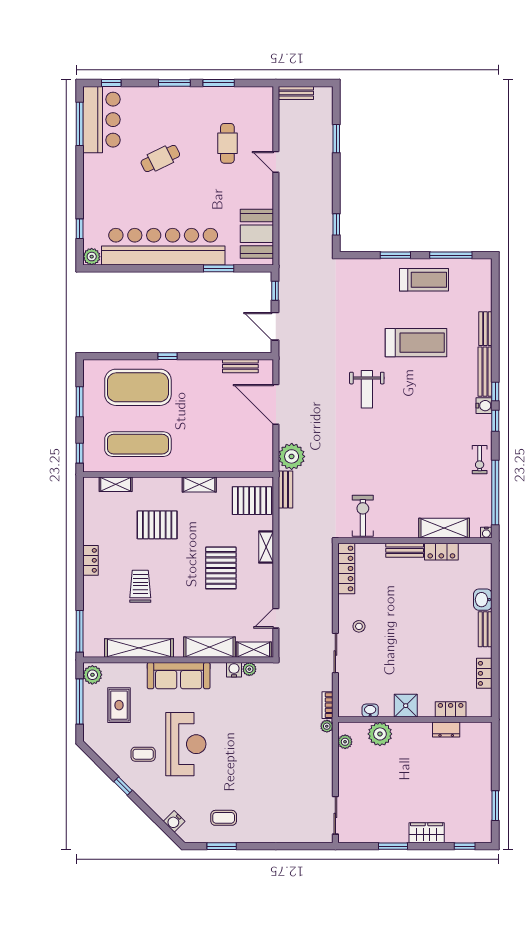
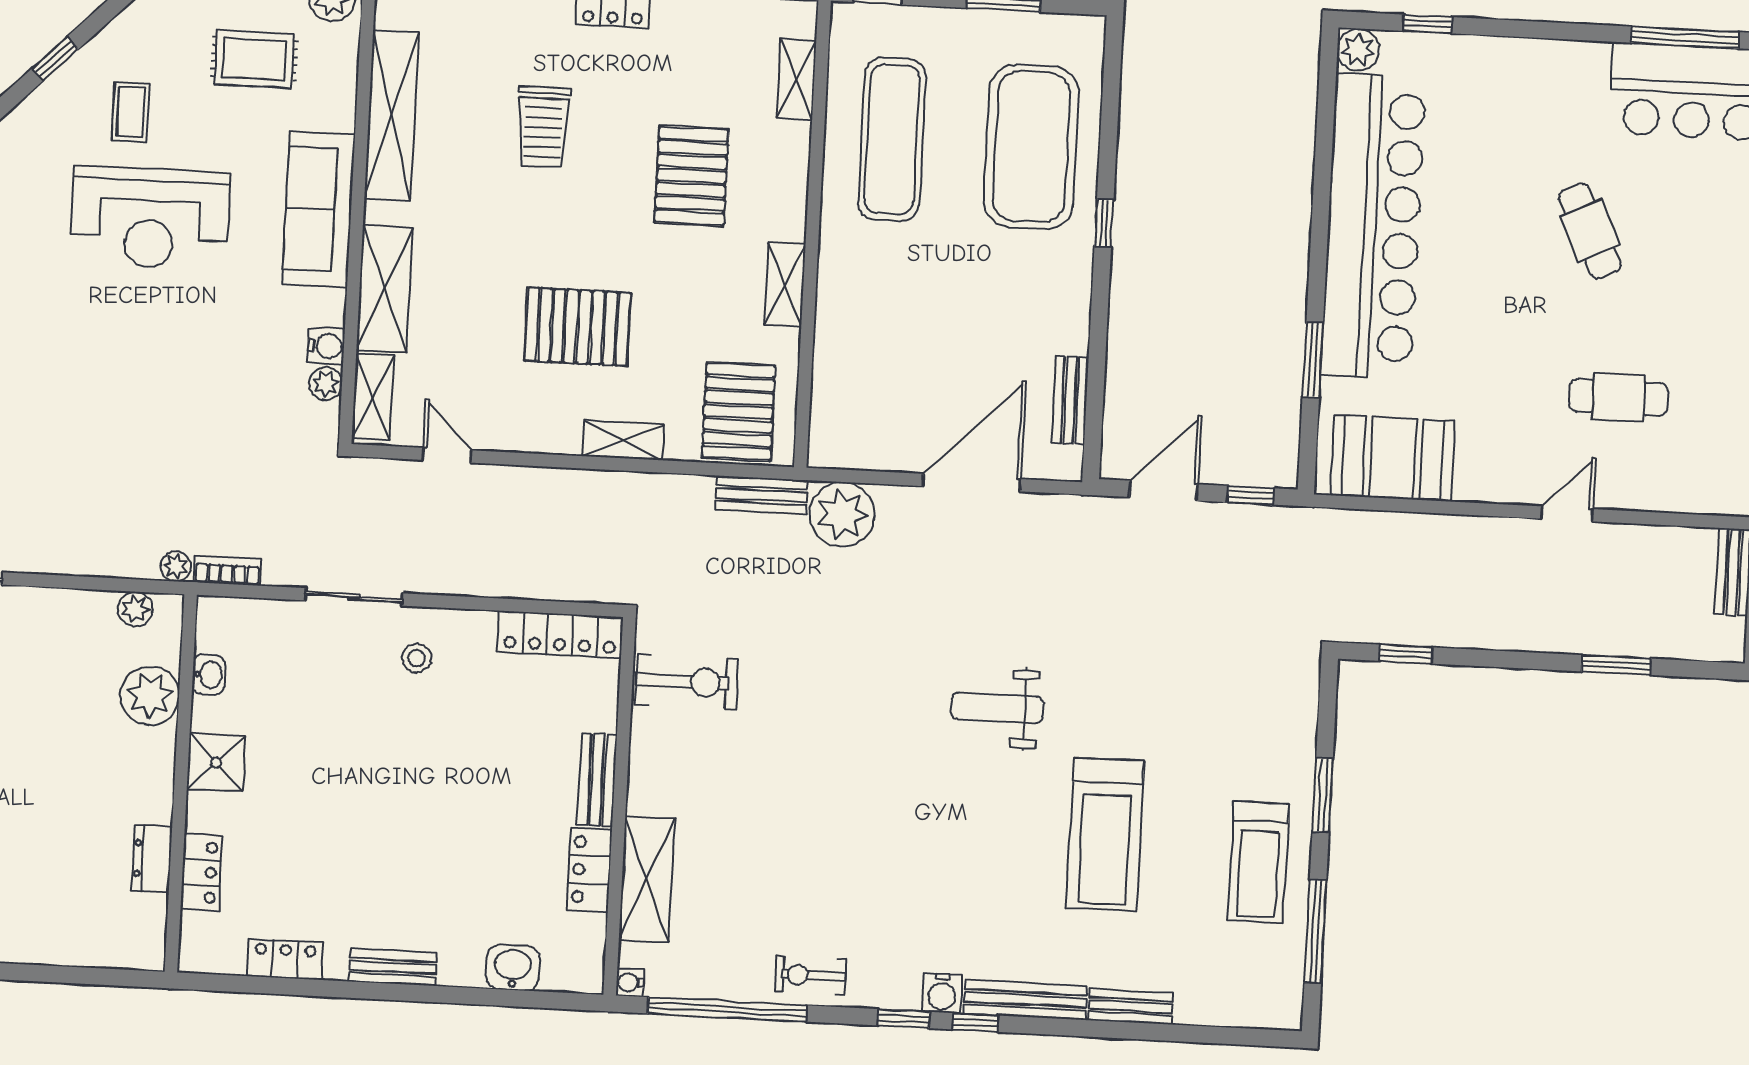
trolley: (140, 586) -> (543, 127), turned 90
washbasin: (483, 600) -> (513, 968), moved

